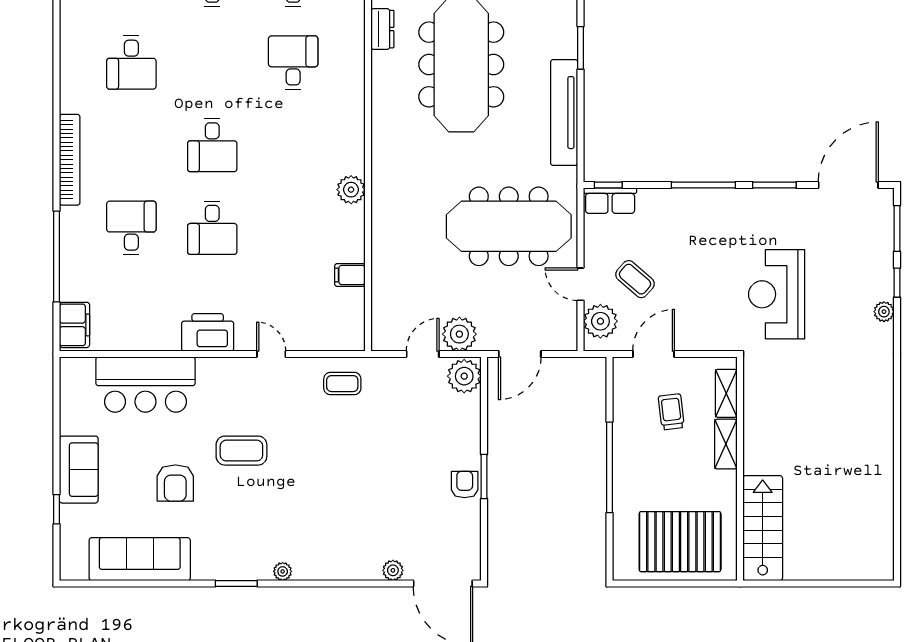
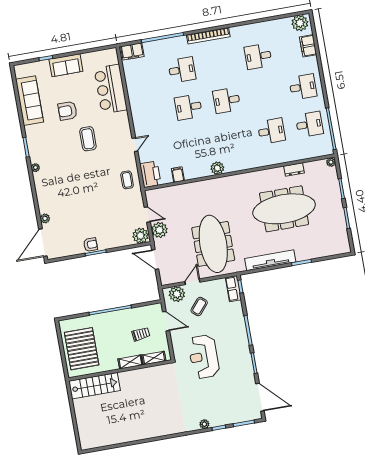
reception desk: (777, 294) -> (204, 357), moved, turned -90
printer: (208, 332) -> (150, 174), moved

